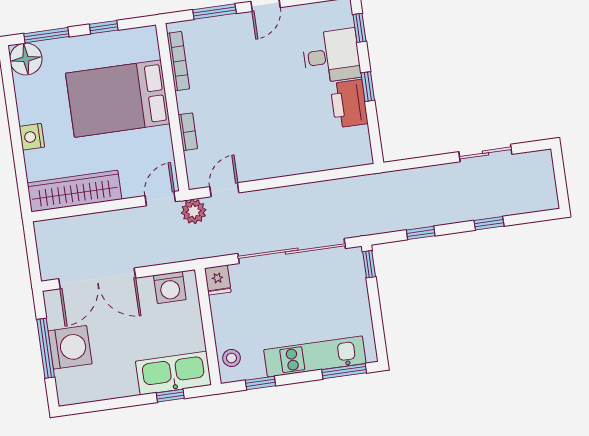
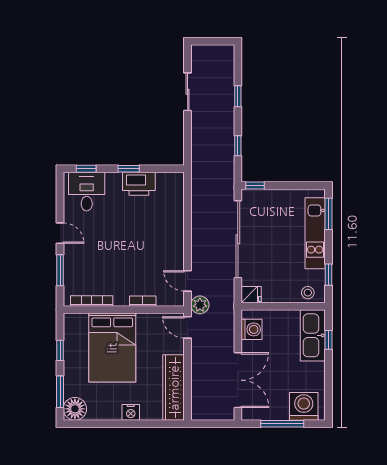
desk: (331, 56) -> (87, 192), moved
washing machine: (70, 347) -> (304, 406), moved

